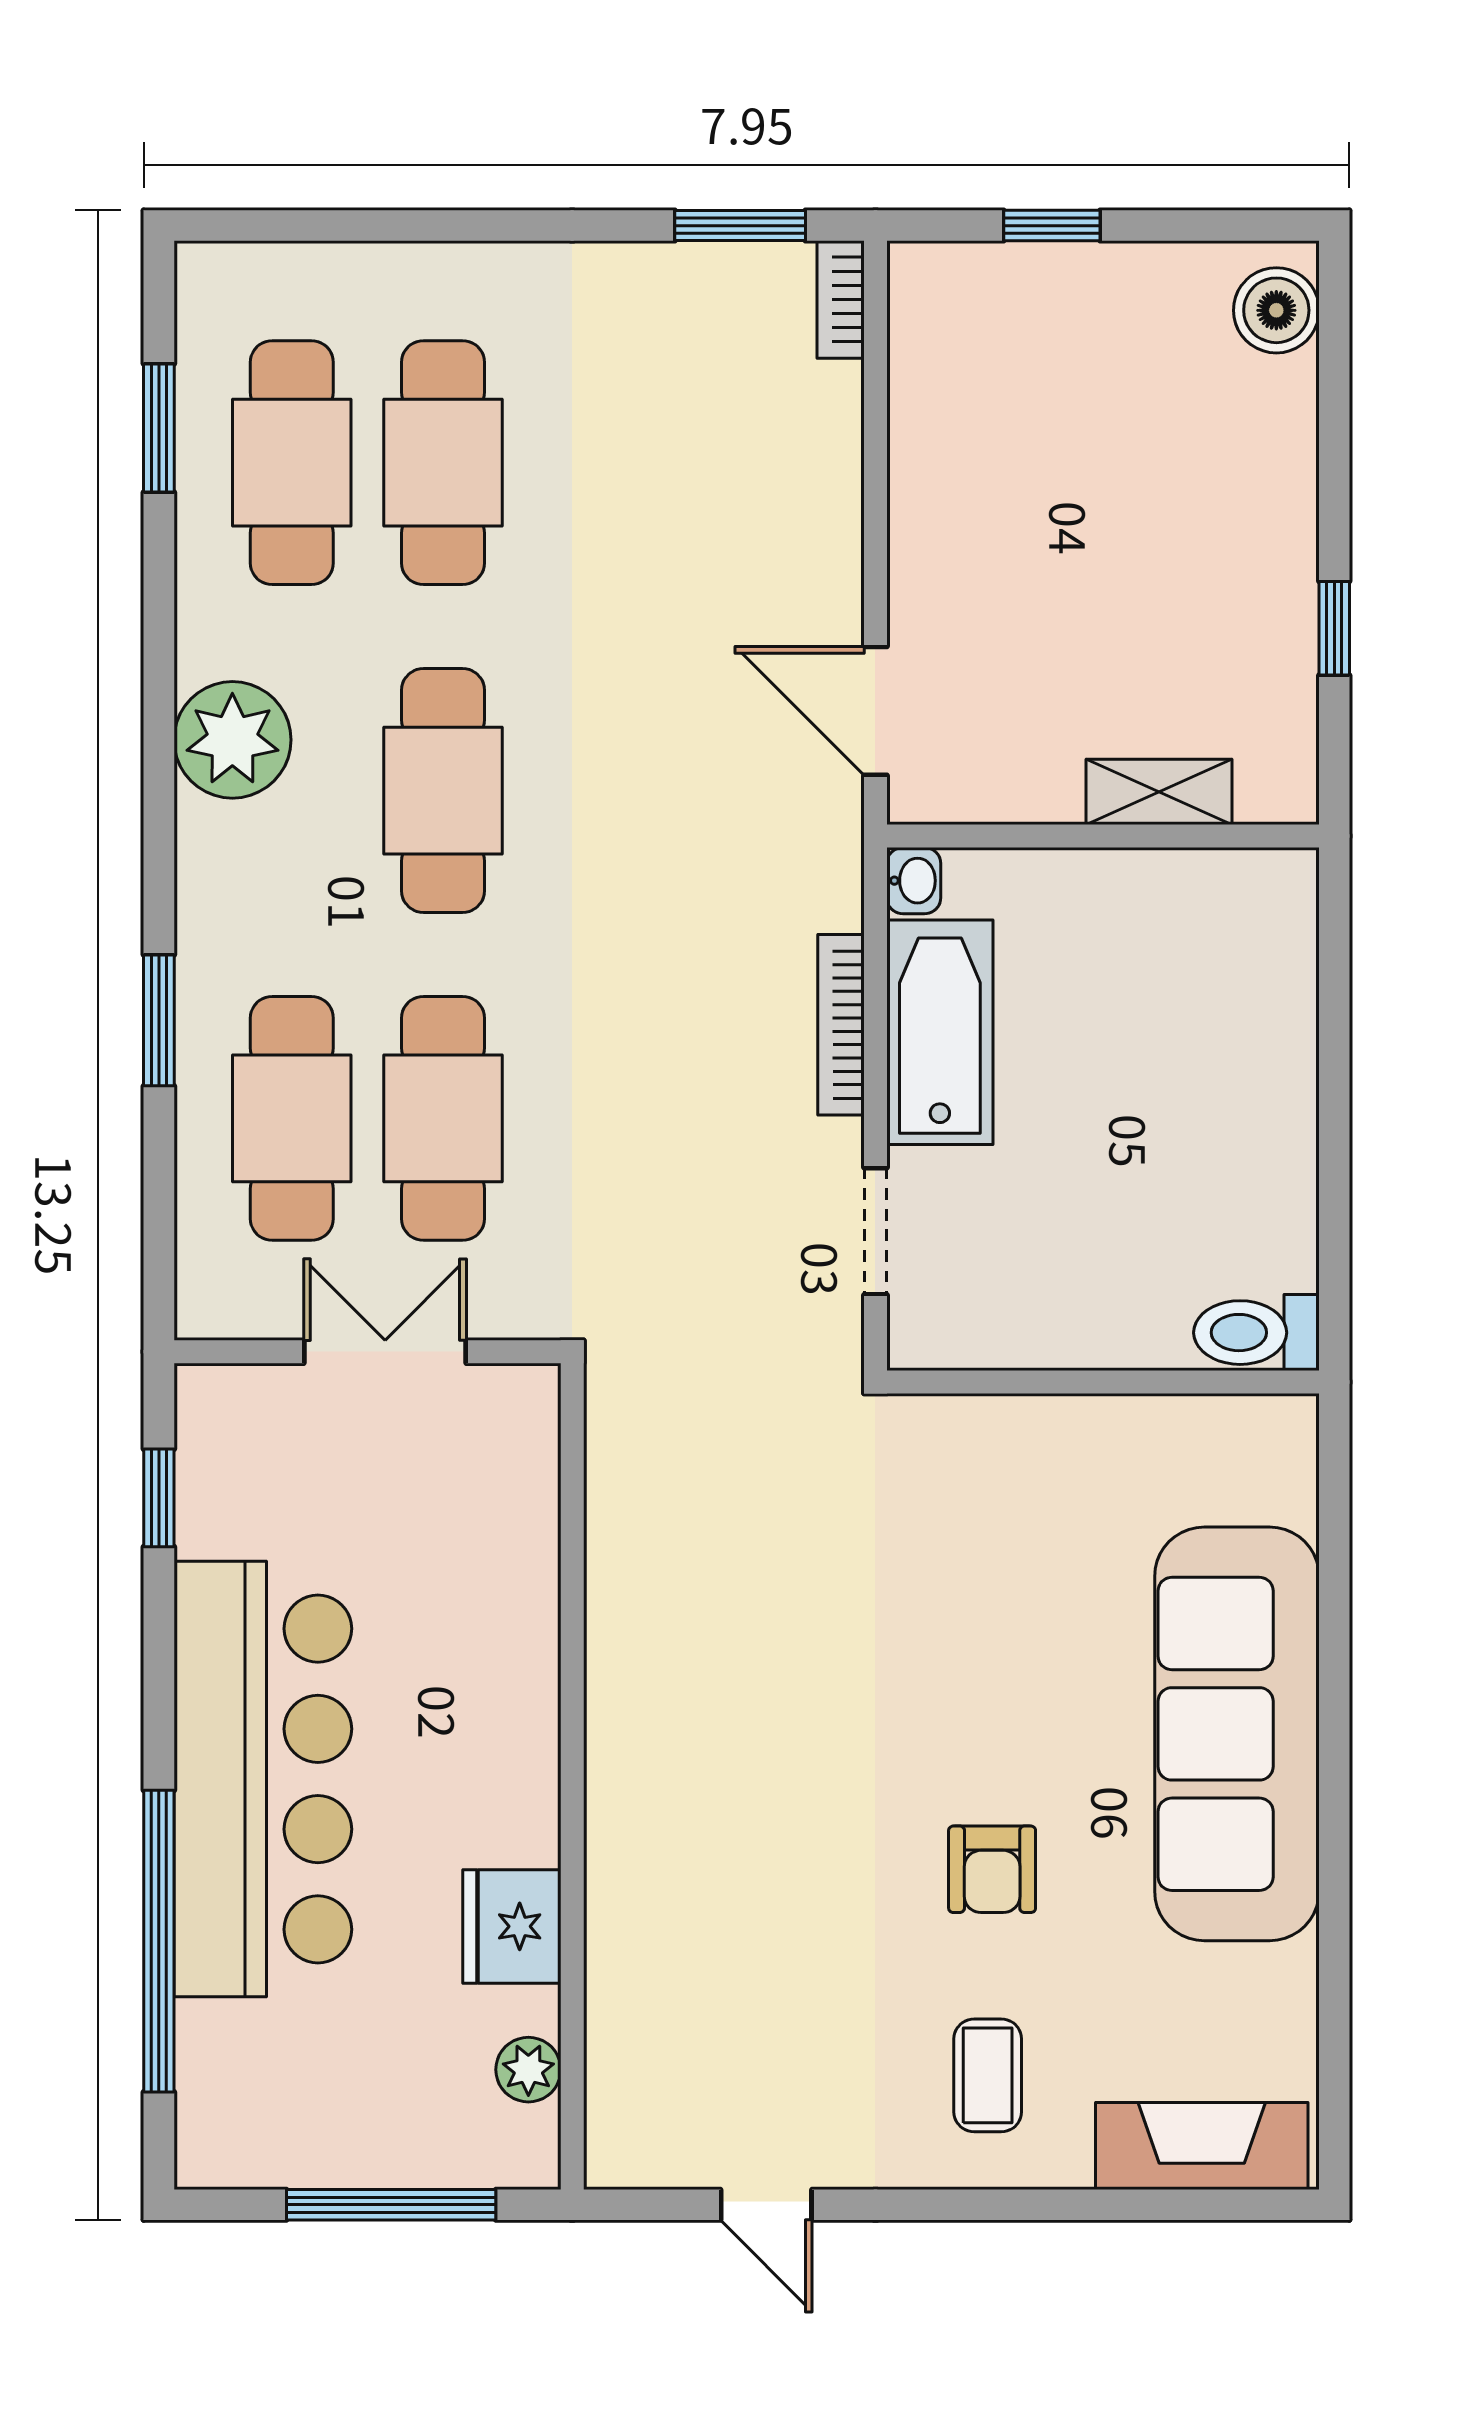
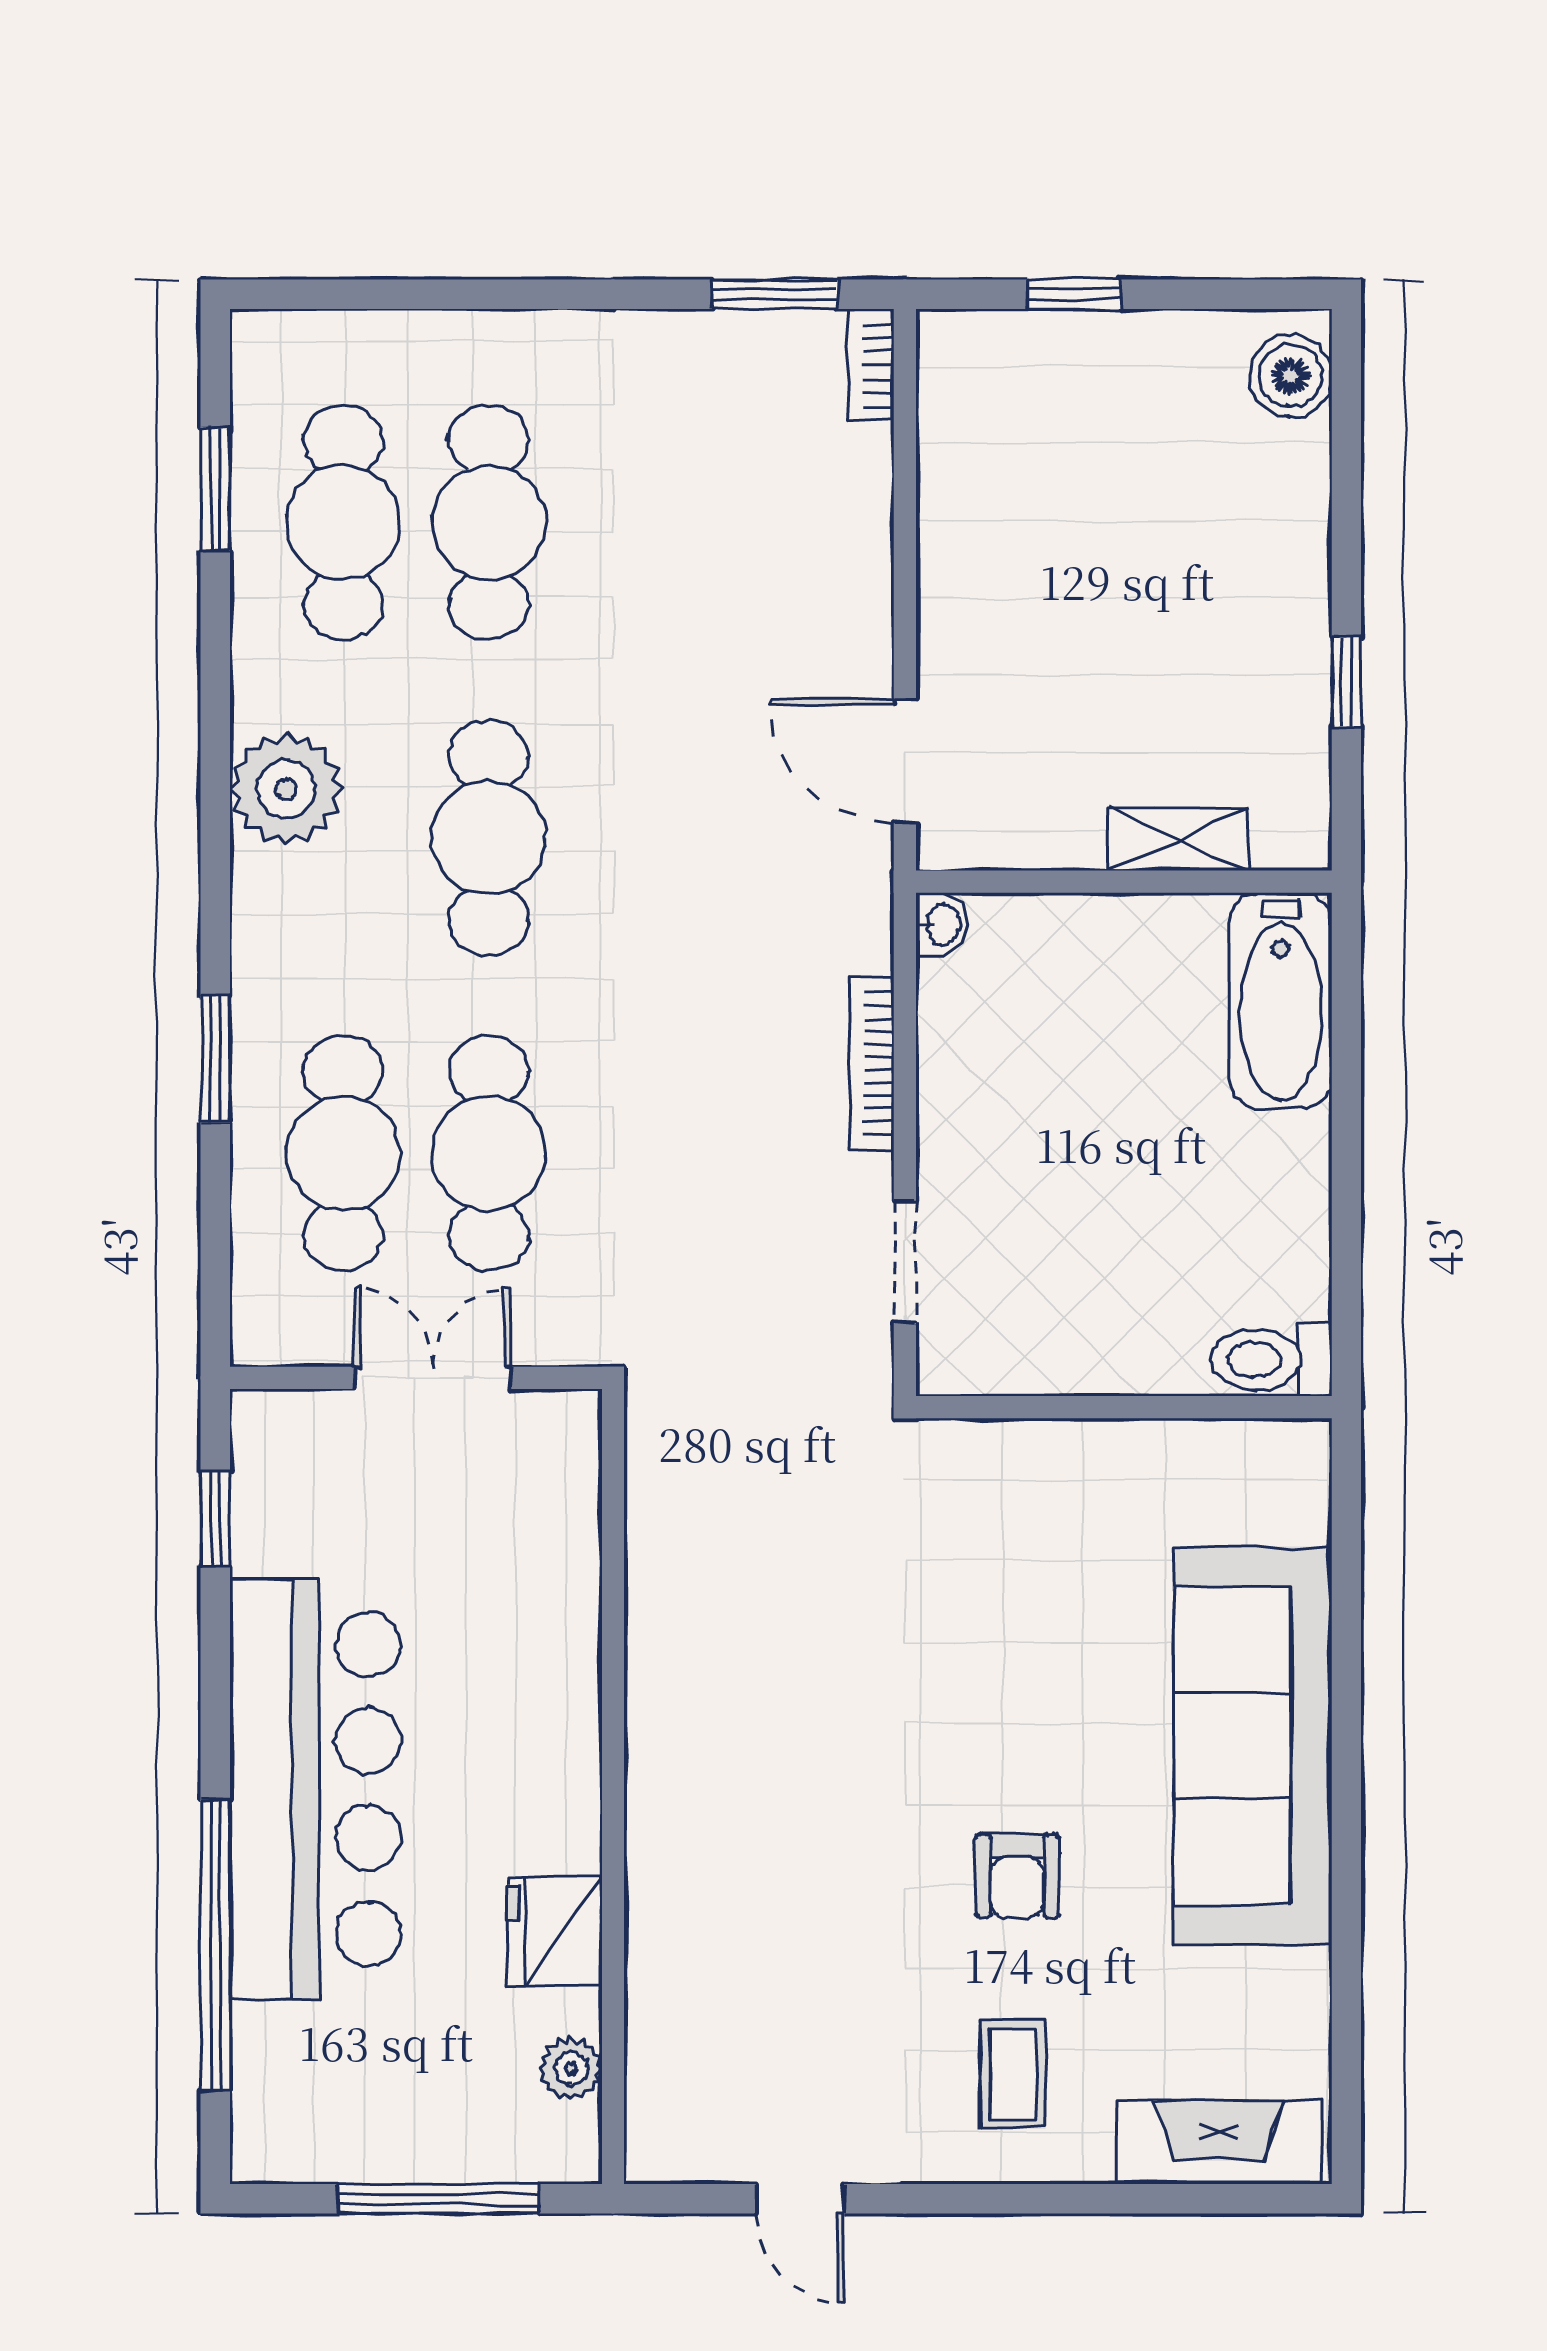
bathtub: (940, 1032) -> (1281, 1001), moved, turned 180

